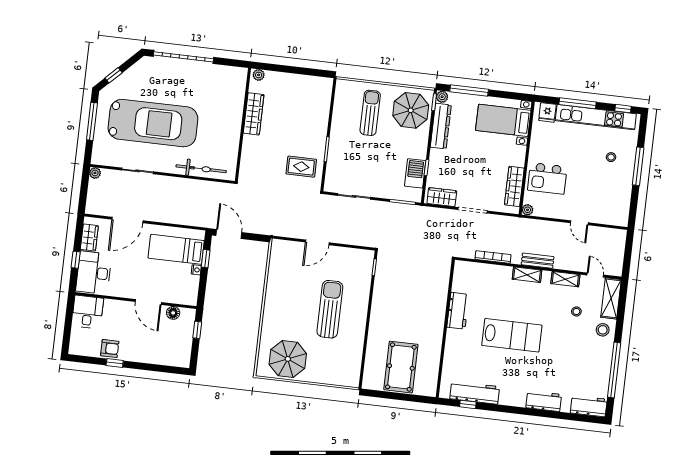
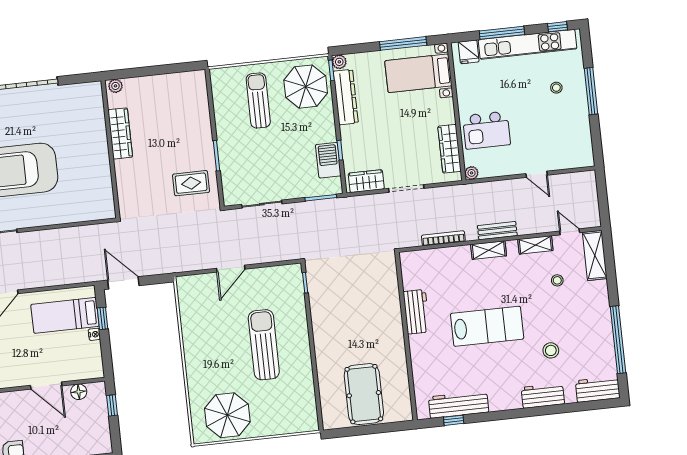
window: (469, 90) -> (403, 43), moved
bicycle: (201, 169) -> (73, 213), removed
stool: (603, 330) -> (551, 350), moved

